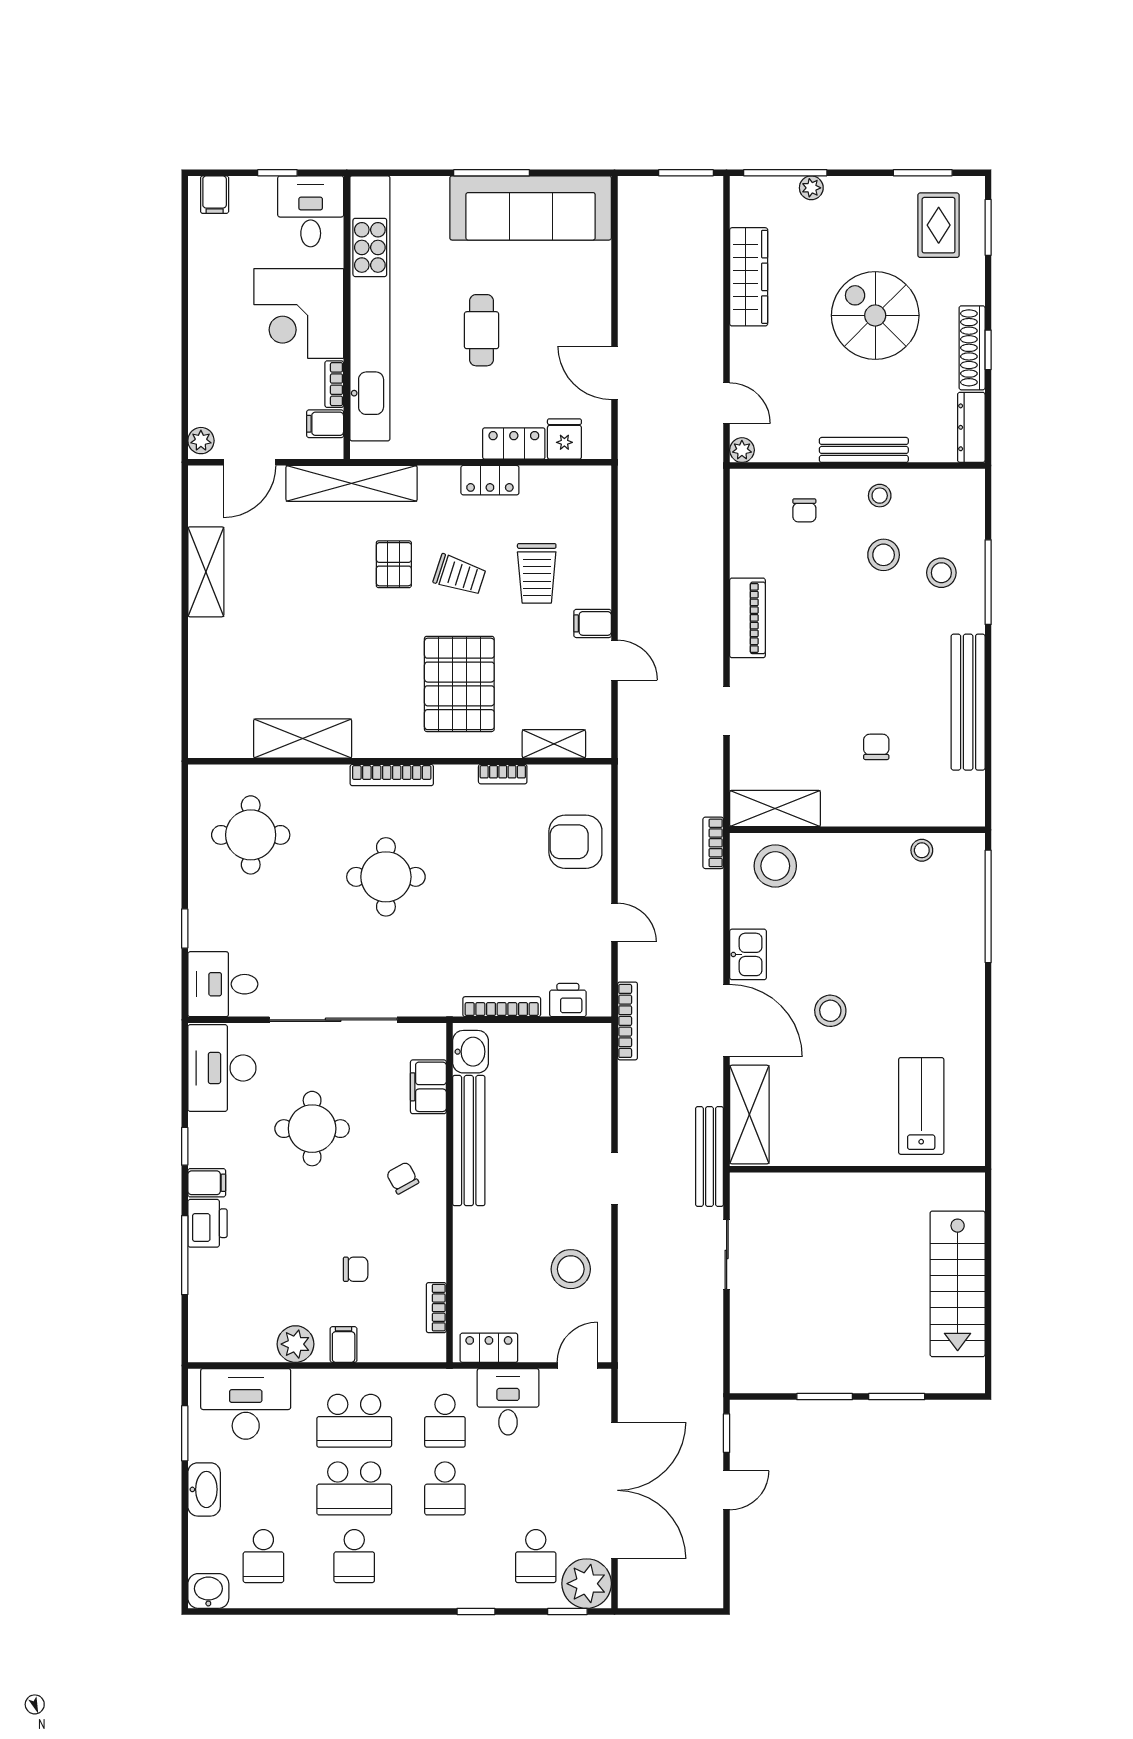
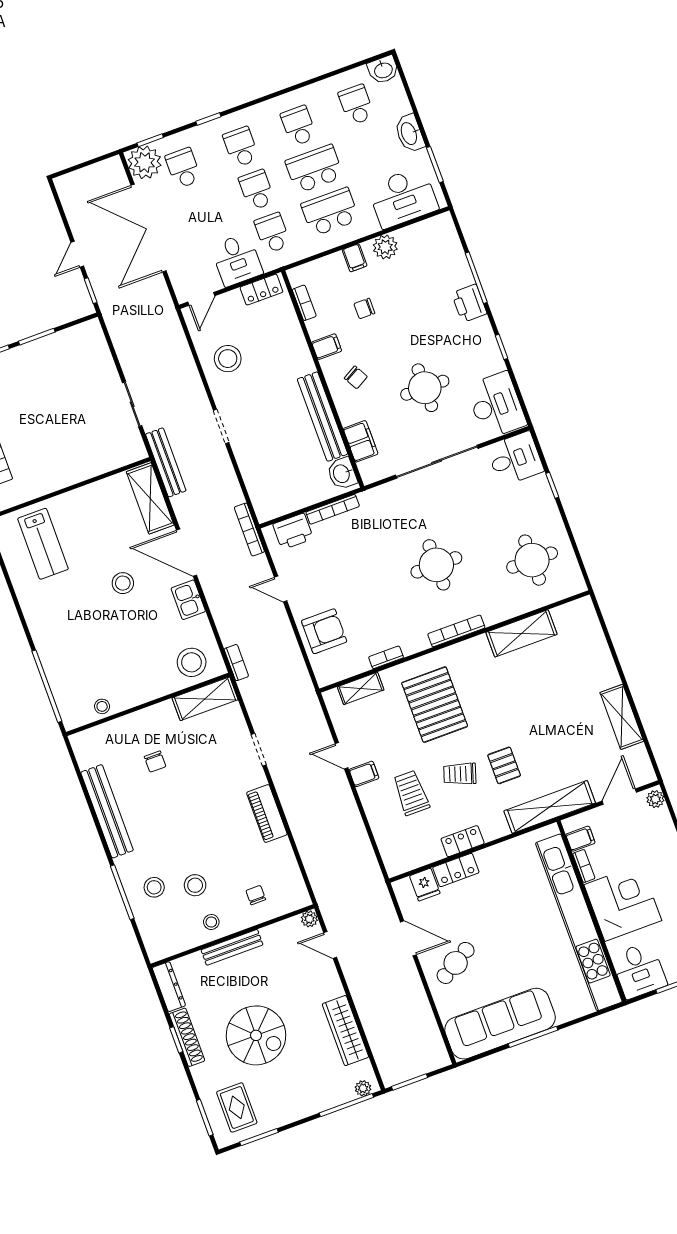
plant: (811, 188) -> (363, 1088), moved
cafe table: (481, 330) -> (456, 963), moved, turned 59
printer: (568, 1000) -> (293, 531), width x1.36, depth x1.24
filing cabinet: (207, 1183) -> (327, 347), moved, turned 180
school desk: (445, 1556) -> (241, 147), added

